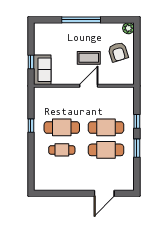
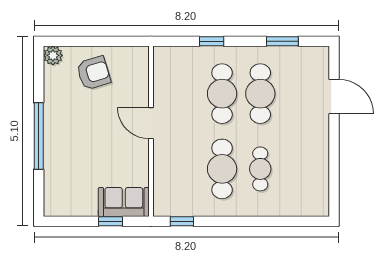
coffee table: (89, 58) -> (103, 123), removed
window: (31, 126) -> (182, 221), moved
window: (137, 148) -> (282, 41), moved

